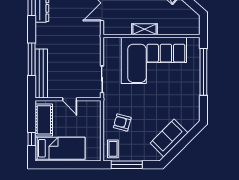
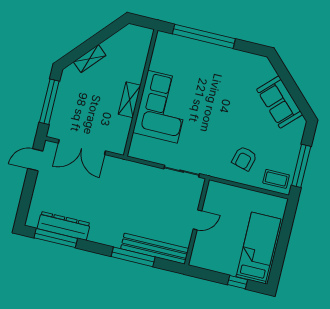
corner sofa: (154, 60) -> (163, 107), width x0.73, depth x0.74
cot: (44, 120) -> (216, 260), removed

